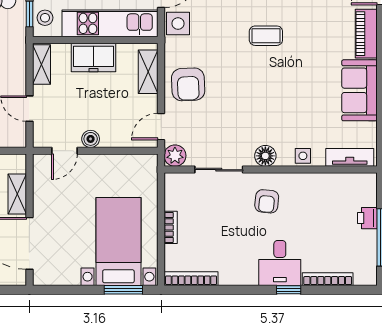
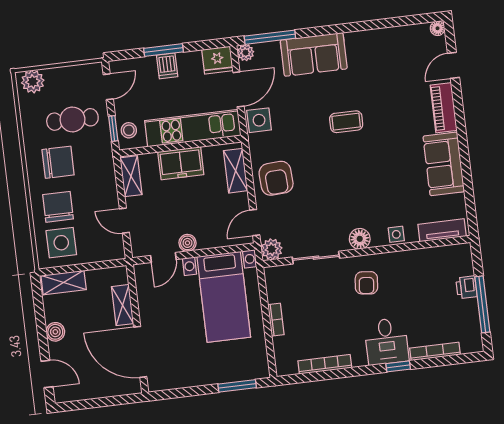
bed with nightstands: (118, 241) -> (224, 297), moved, turned 180
bookcase: (191, 279) -> (325, 364), moved

